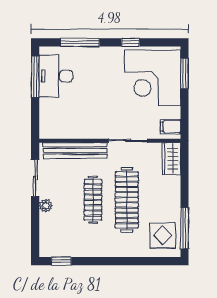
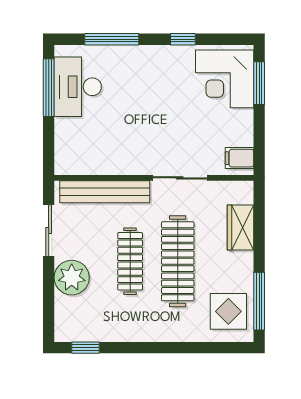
corner desk: (153, 78) -> (225, 79), width x0.74, depth x0.74
wardrobe: (171, 159) -> (240, 228), moved
plant: (46, 206) -> (72, 278), width x1.87, depth x1.87

